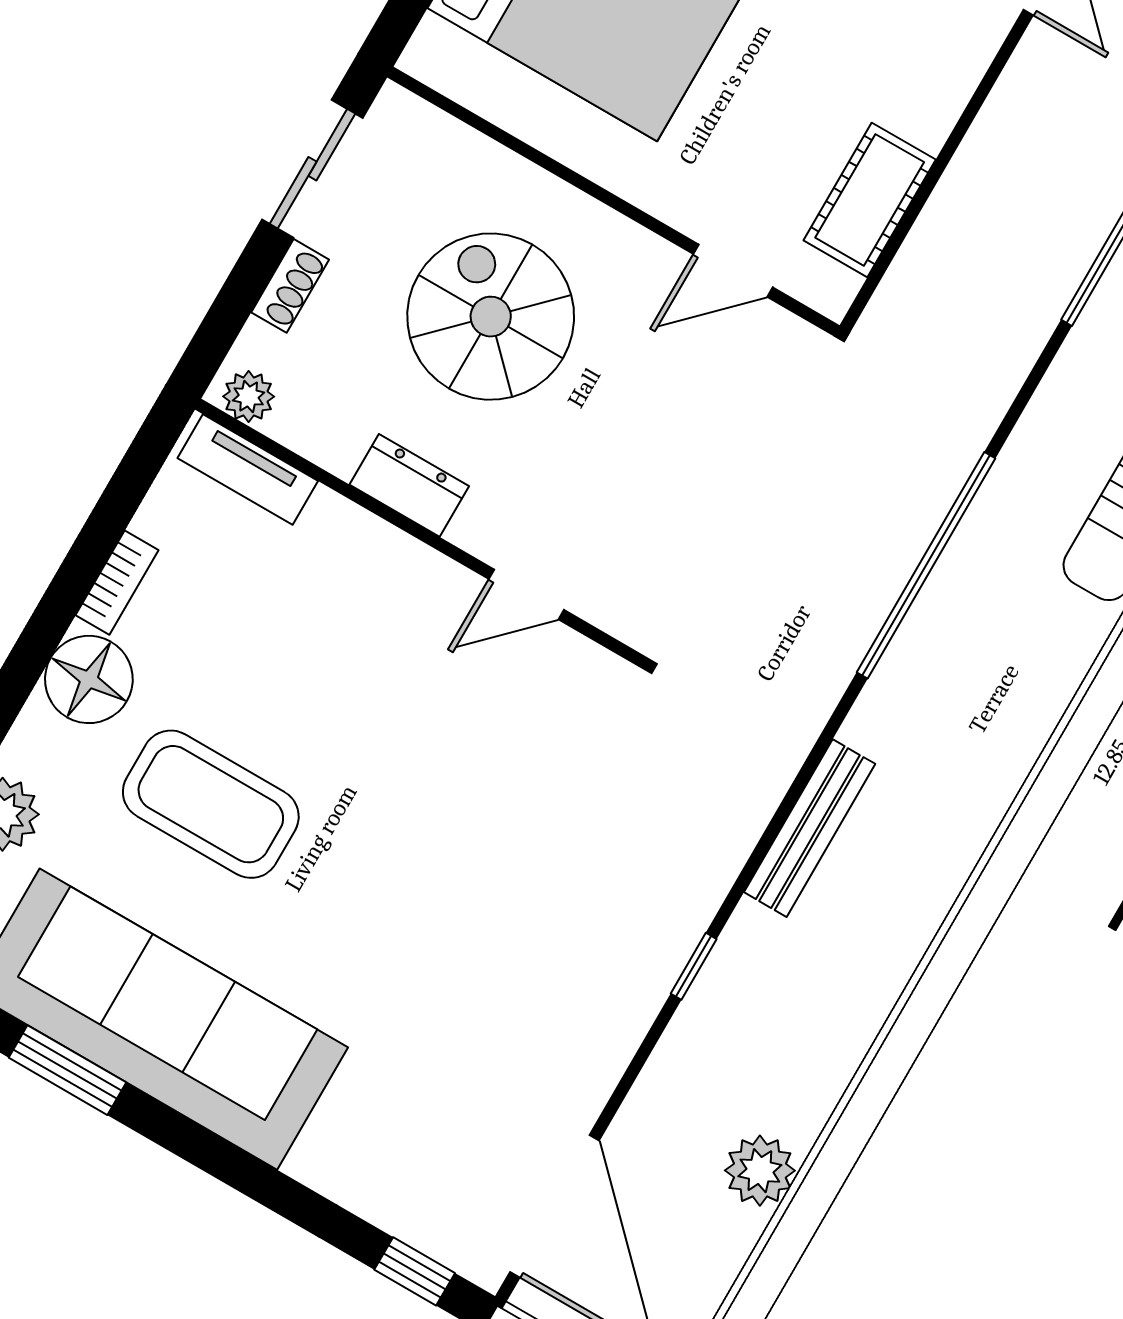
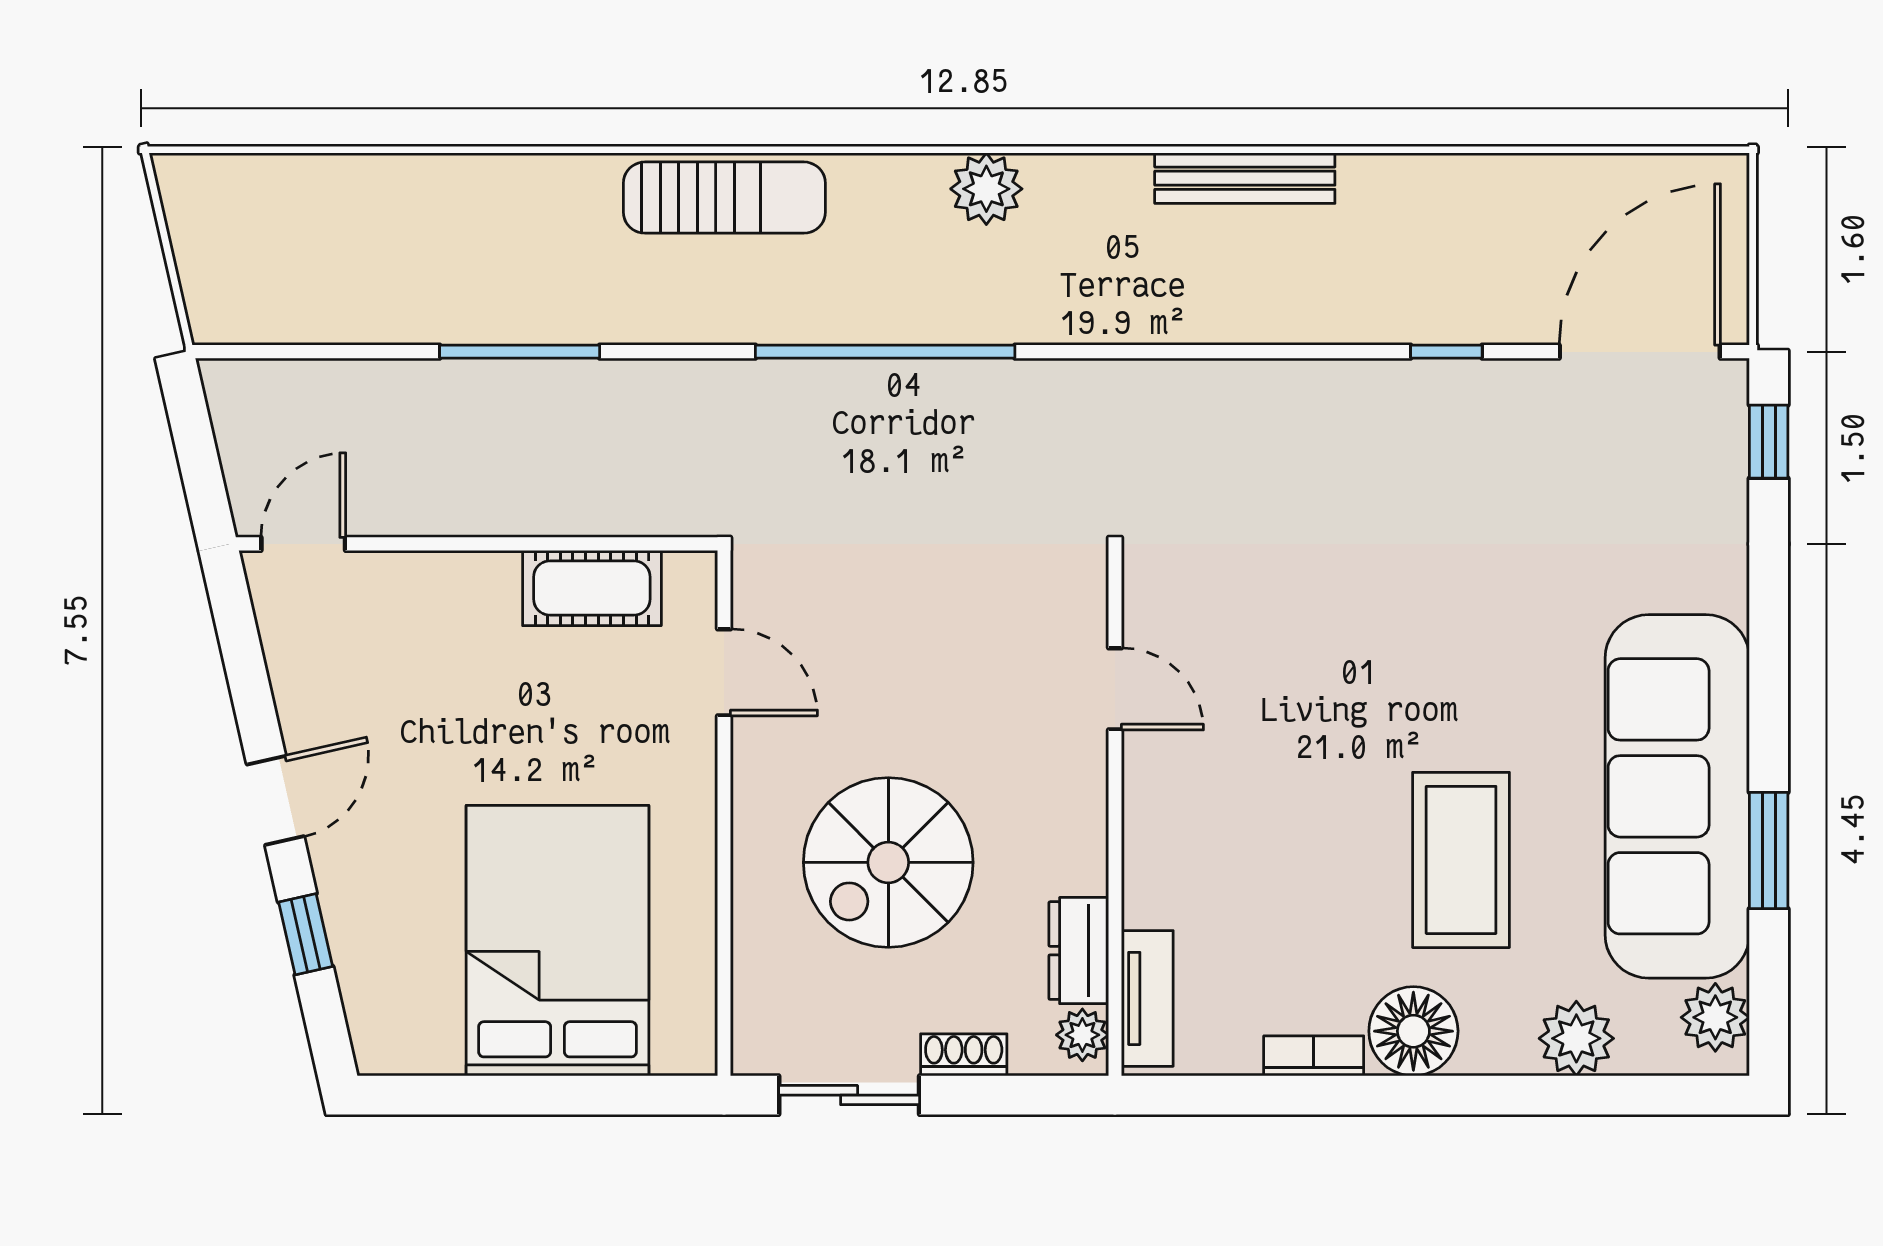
dresser: (409, 485) -> (1079, 951), moved
bench: (810, 828) -> (1245, 178), moved
window: (694, 966) -> (1446, 352), moved
plant: (760, 1171) -> (986, 189), moved

